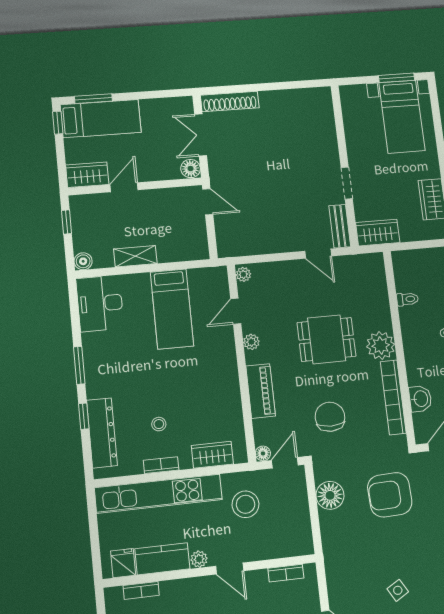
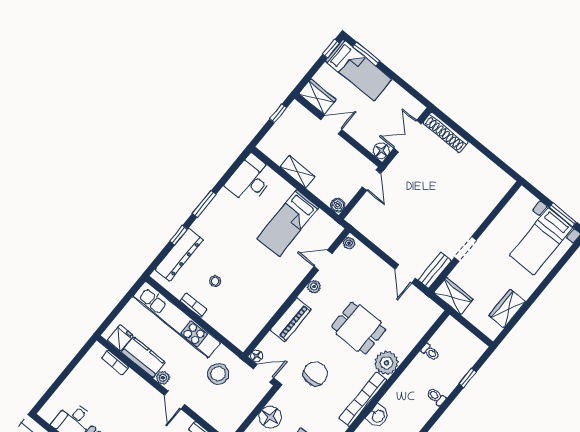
boiler: (83, 261) -> (338, 205), moved
wardrobe: (212, 455) -> (228, 328), removed

